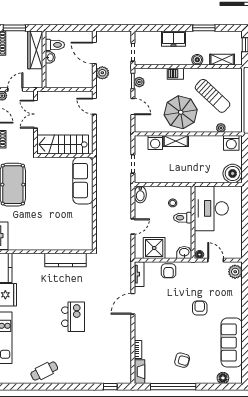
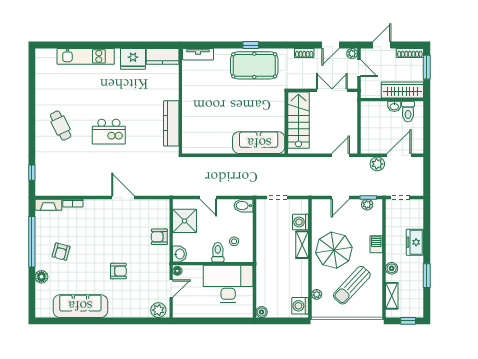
boiler: (233, 174) -> (262, 312), width x0.54, depth x0.54
tv unit: (139, 274) -> (156, 204), removed
cafe table: (44, 371) -> (61, 126), moved
floor lamp: (223, 378) -> (41, 277), moved

